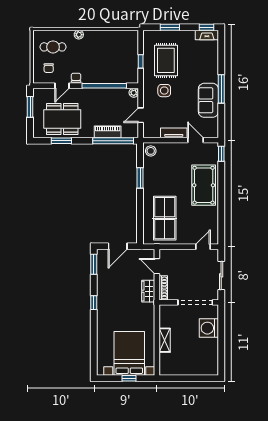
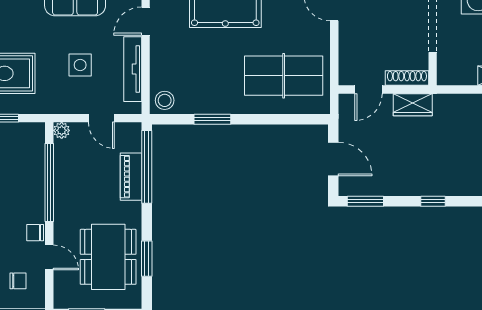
side table: (164, 91) -> (80, 65), moved
tv unit: (174, 133) -> (133, 69), width x1.41

